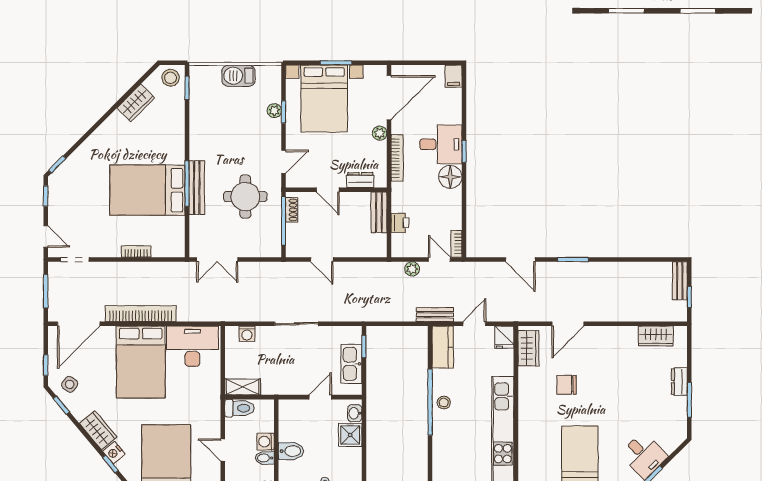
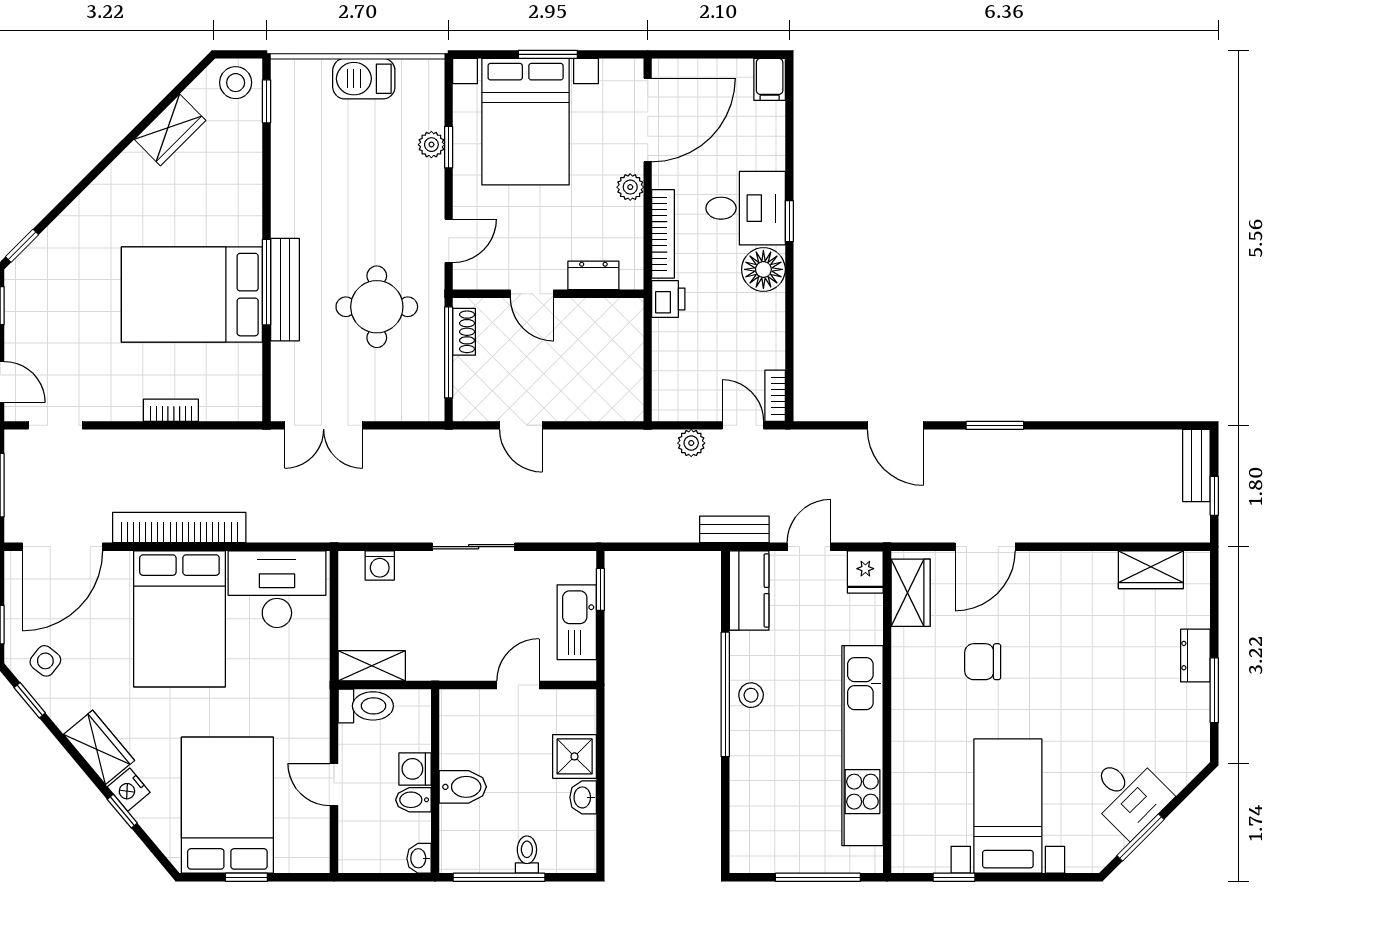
bench: (379, 212) -> (629, 336), removed
printer: (400, 223) -> (668, 299), moved
washbasin: (355, 413) -> (583, 797), moved

